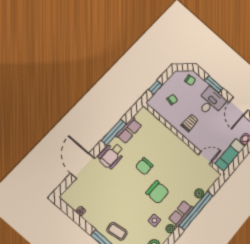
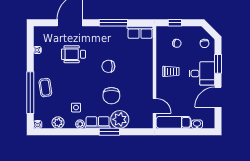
row of seats: (129, 130) -> (140, 32), moved
wheelchair: (111, 156) -> (73, 54), moved
chair: (157, 192) -> (111, 96), moved
plant: (199, 194) -> (120, 119), width x1.87, depth x1.87
window: (196, 211) -> (109, 132), width x0.47

